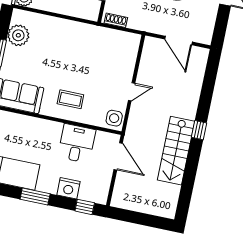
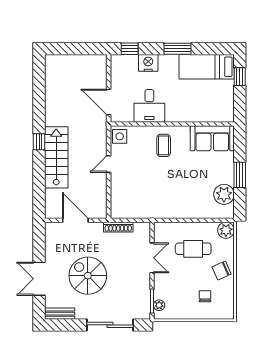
shoe rack: (116, 20) -> (118, 227), moved, width x1.43
coffee table: (70, 99) -> (164, 145), turned 90
stairs: (176, 151) -> (56, 157), moved

